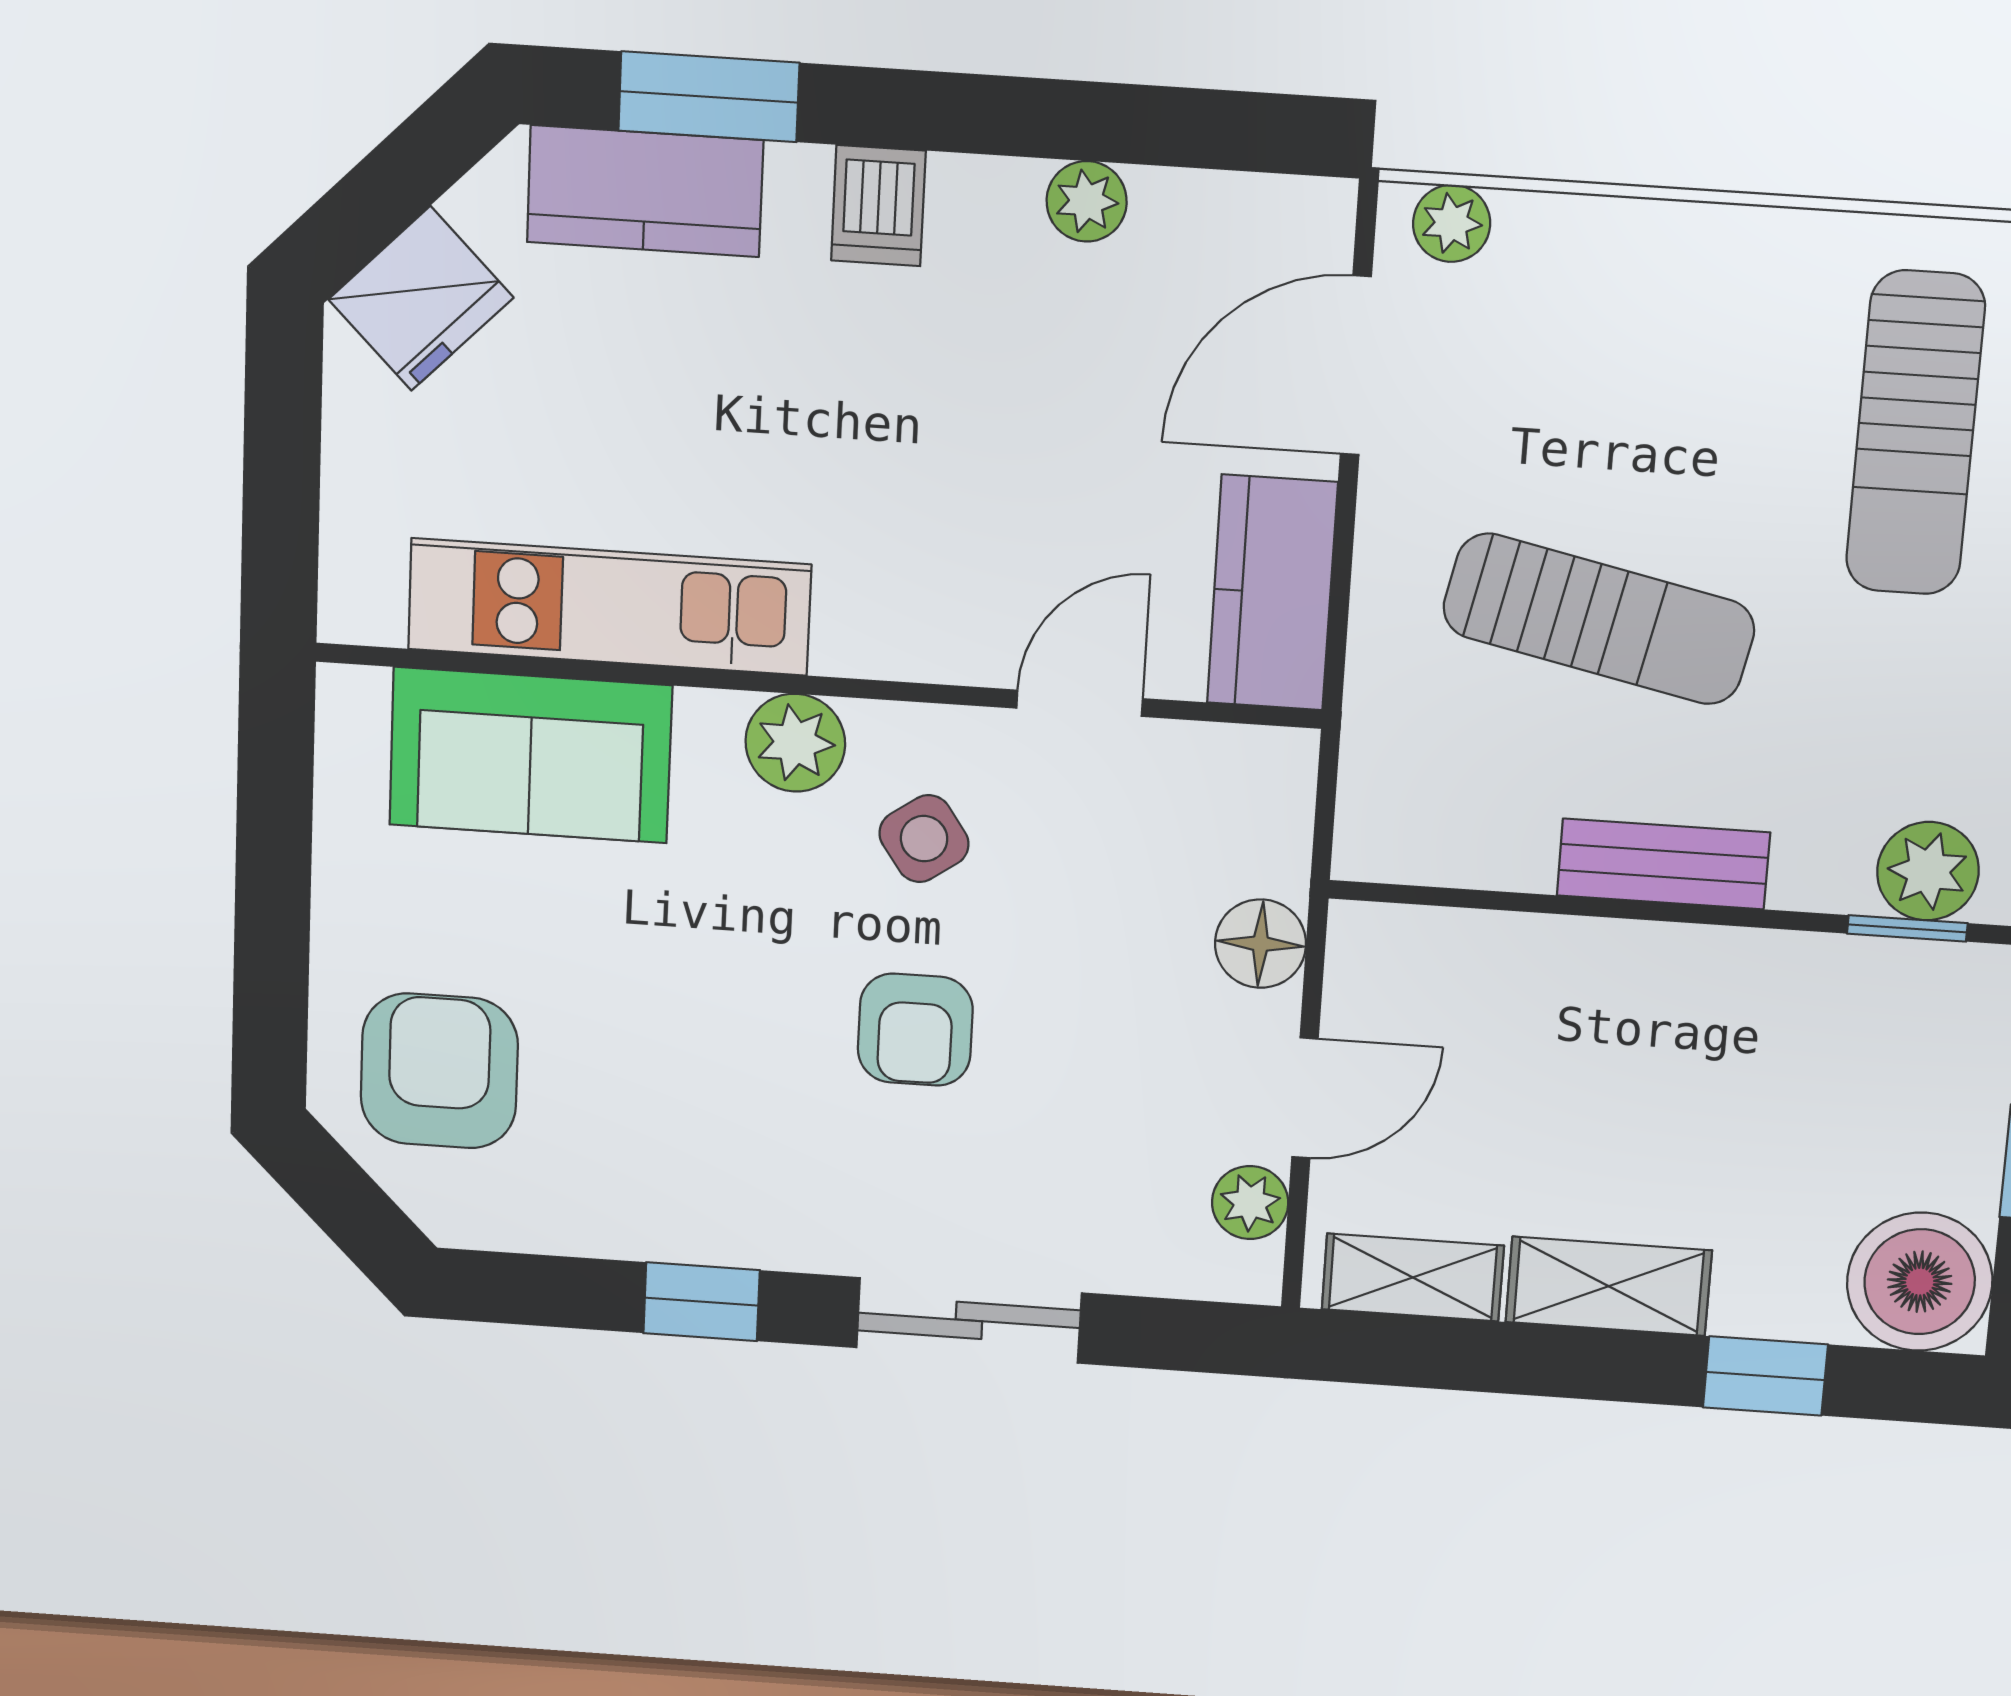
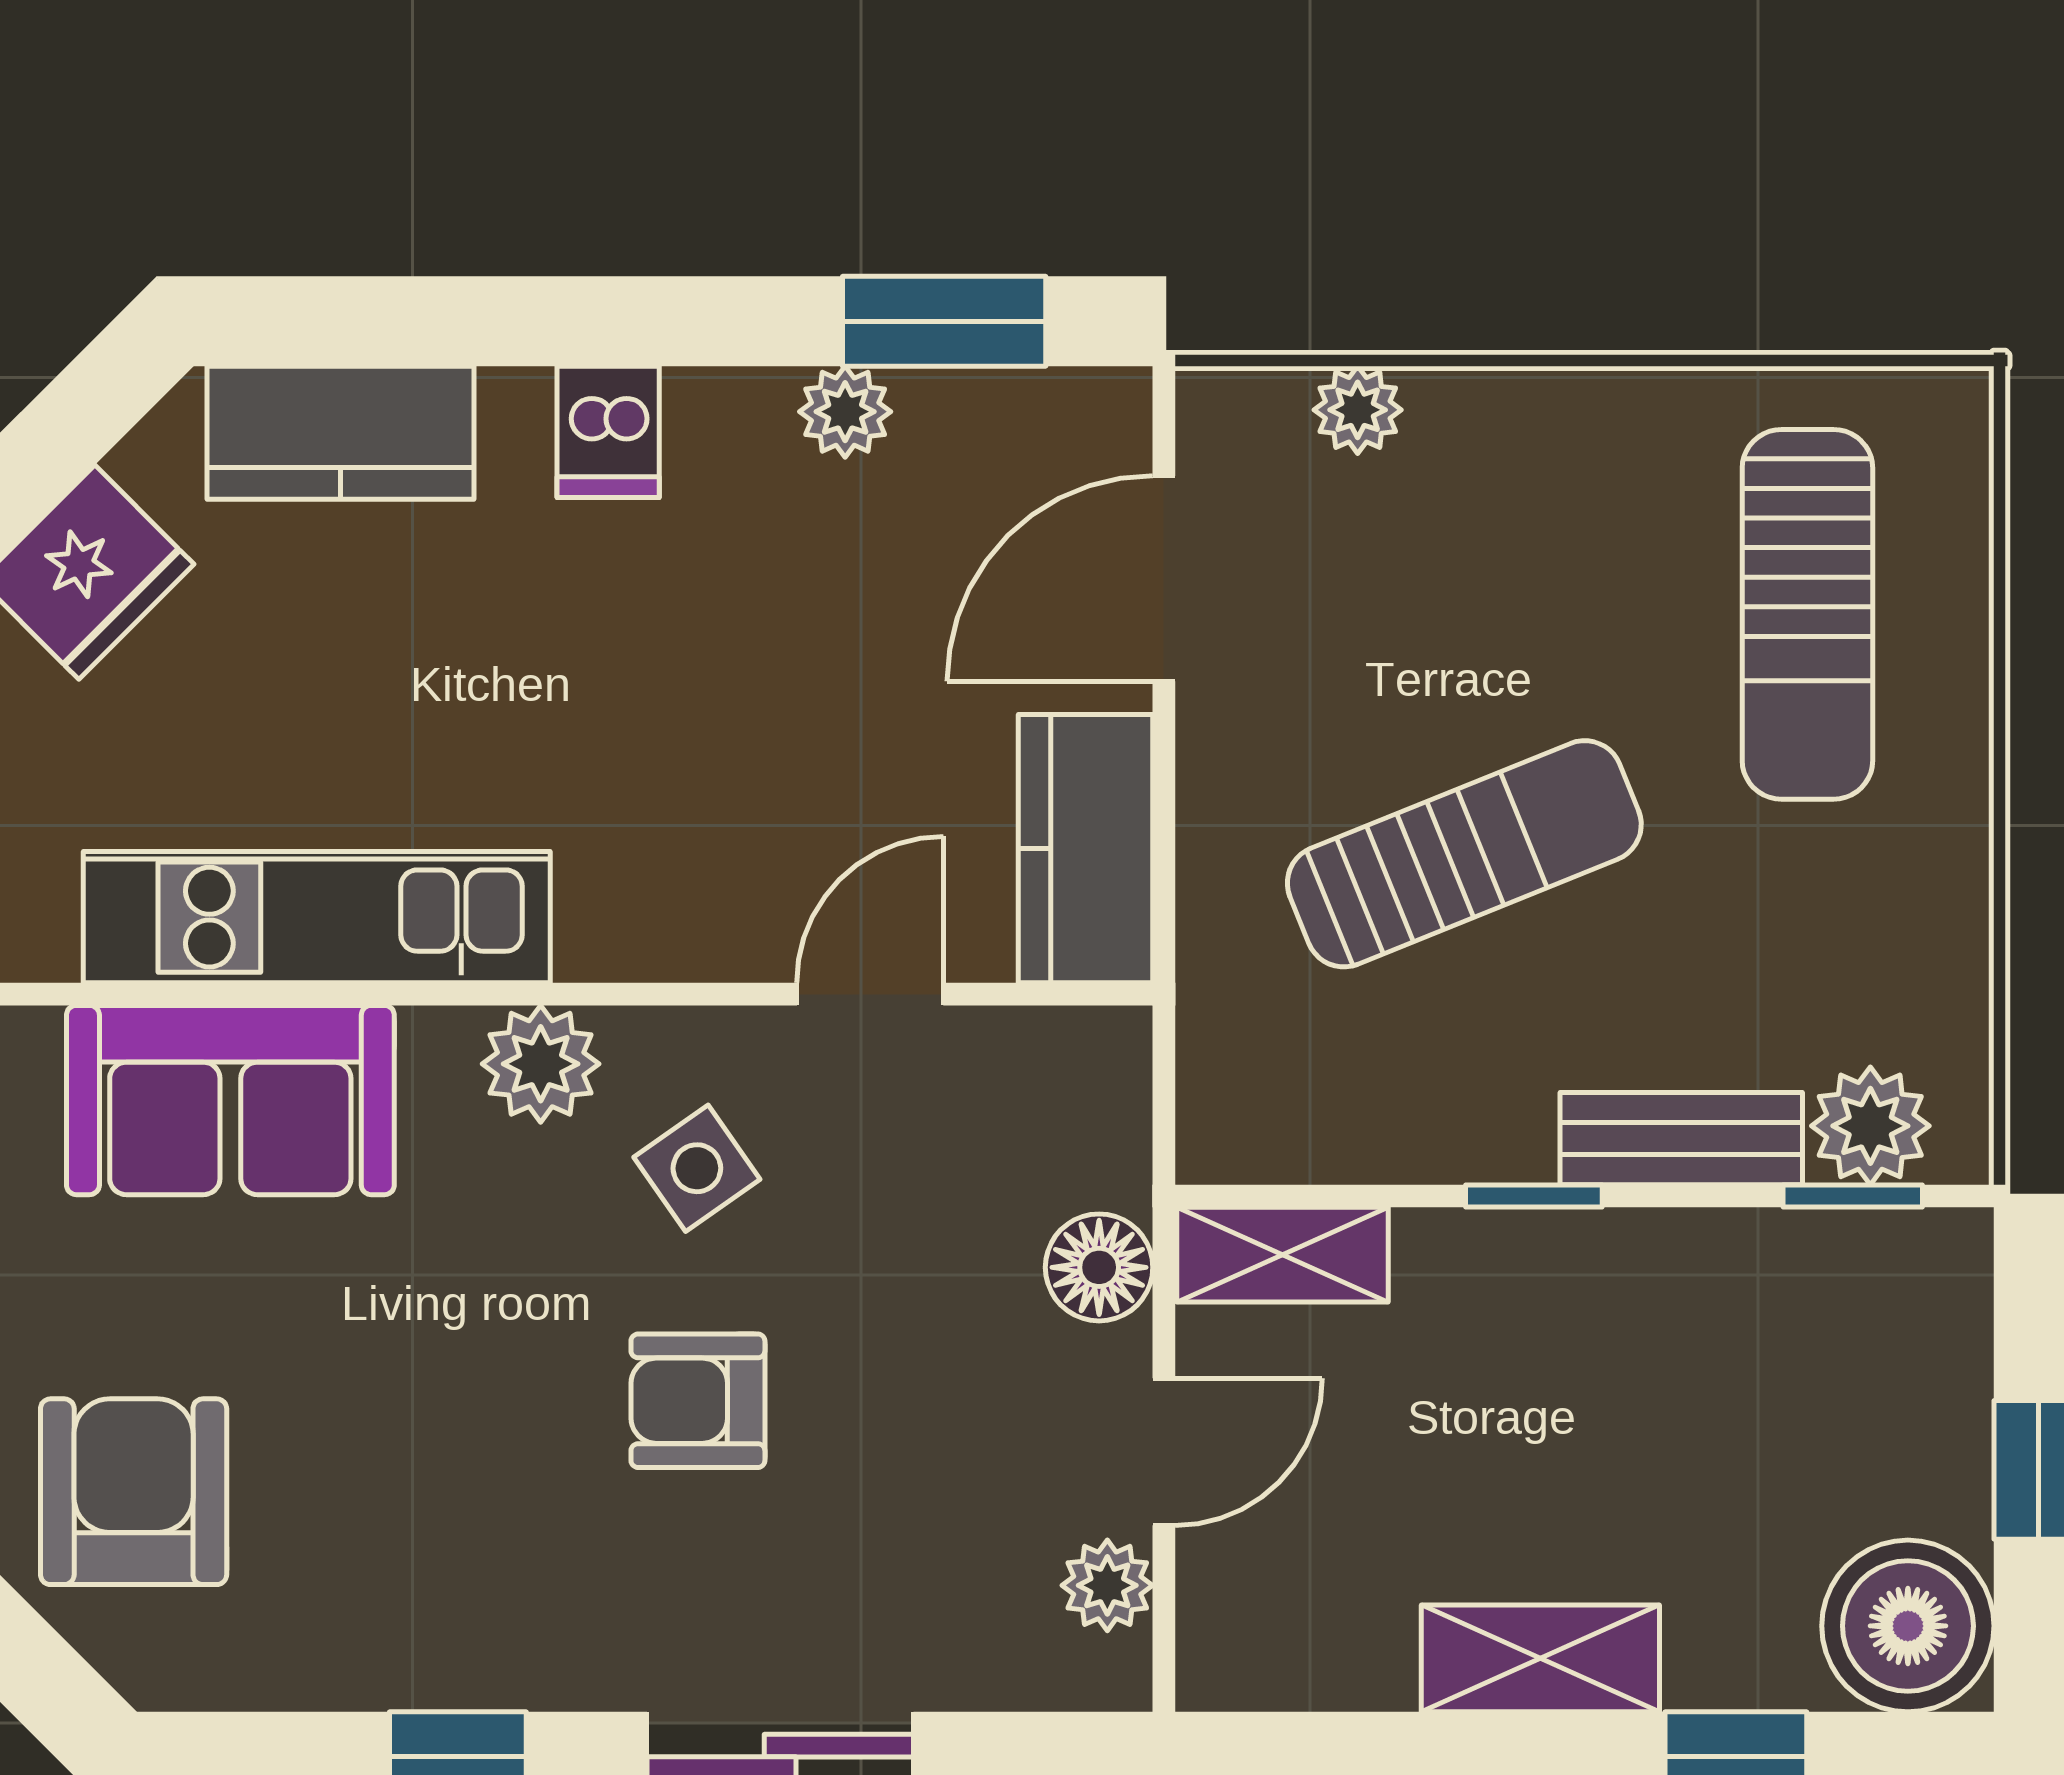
window: (709, 97) -> (944, 321), moved
plant: (1452, 223) -> (1358, 410), moved
sun lounger: (1599, 619) -> (1464, 854), turned -34
bench: (1663, 864) -> (1681, 1139), moved
window: (1635, 910) -> (1534, 1196), added
armchair: (915, 1030) -> (698, 1401), turned 90
shelving: (1413, 1277) -> (1282, 1255), moved

